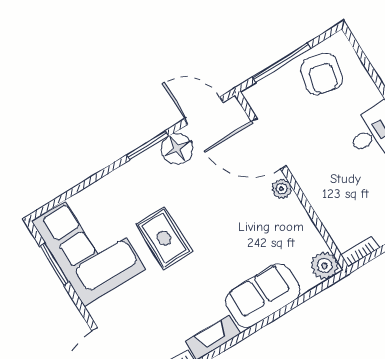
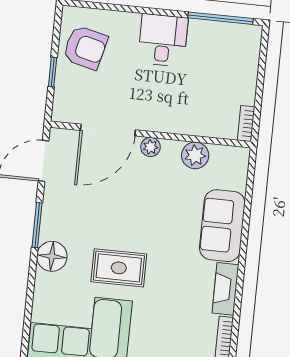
window: (282, 63) -> (53, 72), width x0.46
floor lamp: (177, 149) -> (52, 256), moved
plant: (325, 266) -> (195, 155), moved

